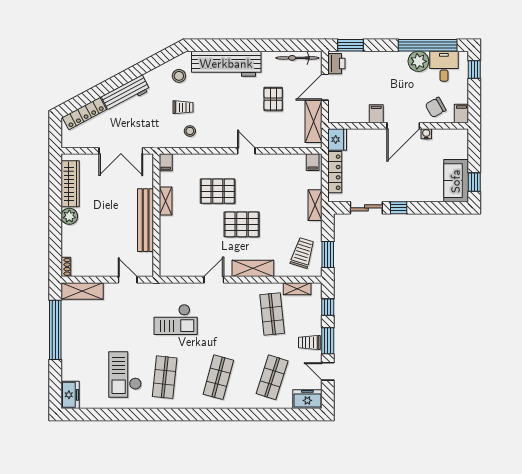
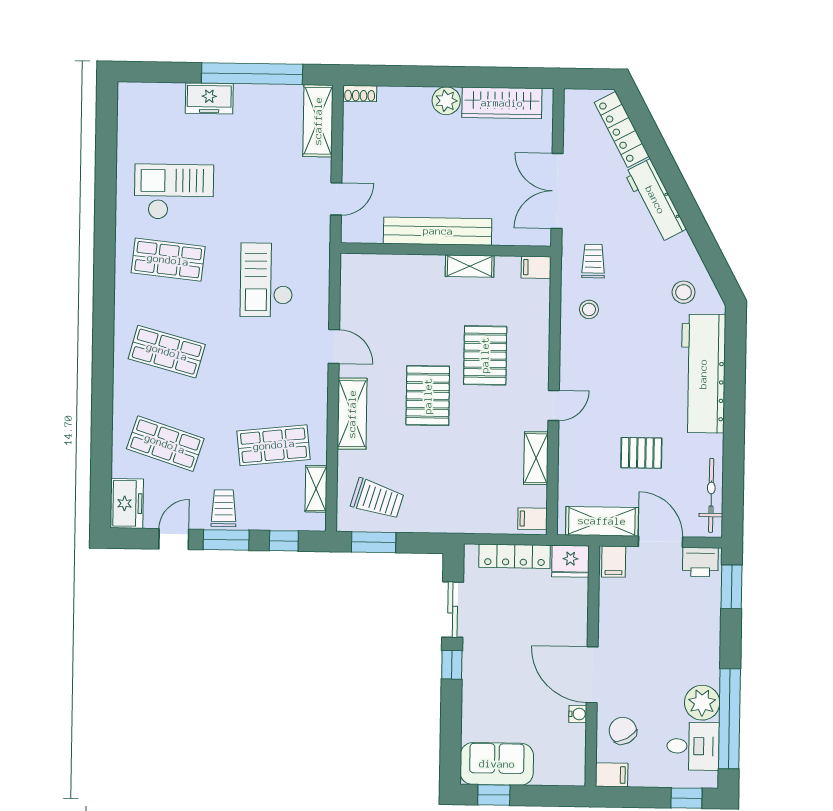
trolley: (183, 107) -> (593, 261), moved, turned 180
filing cabinet: (376, 114) -> (614, 562), moved, turned 90
shelving: (315, 205) -> (536, 458), moved, turned 90
freezer: (70, 395) -> (209, 98), moved

